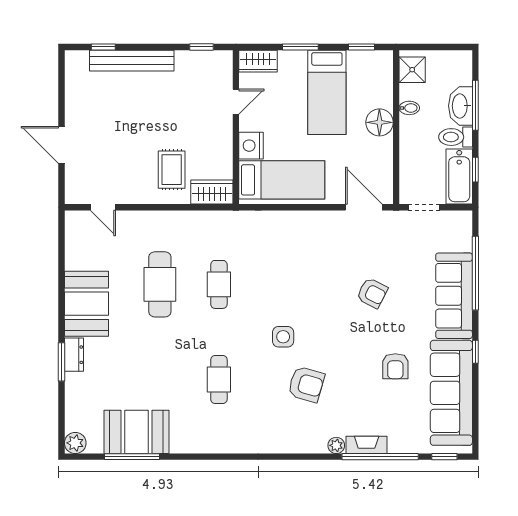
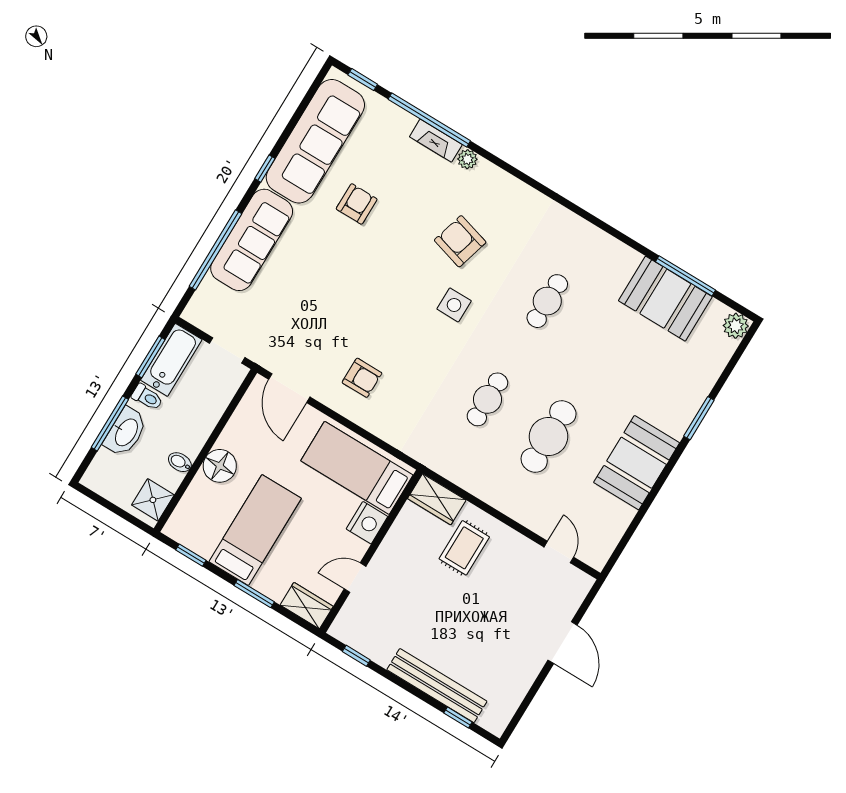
toilet: (456, 137) -> (147, 397), width x0.73, depth x0.72
window: (475, 170) -> (150, 357), width x1.50
armchair: (372, 293) -> (362, 378), moved, turned 153
dresser: (74, 355) -> (682, 418), removed

